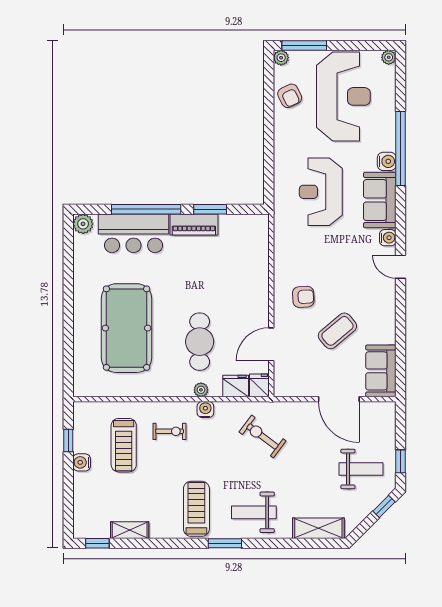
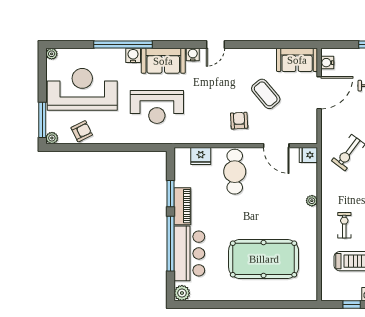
cafe table: (200, 342) -> (235, 172), moved, turned 90
fridge: (236, 386) -> (201, 156), moved, turned -90
water cooler: (205, 410) -> (327, 63), moved

